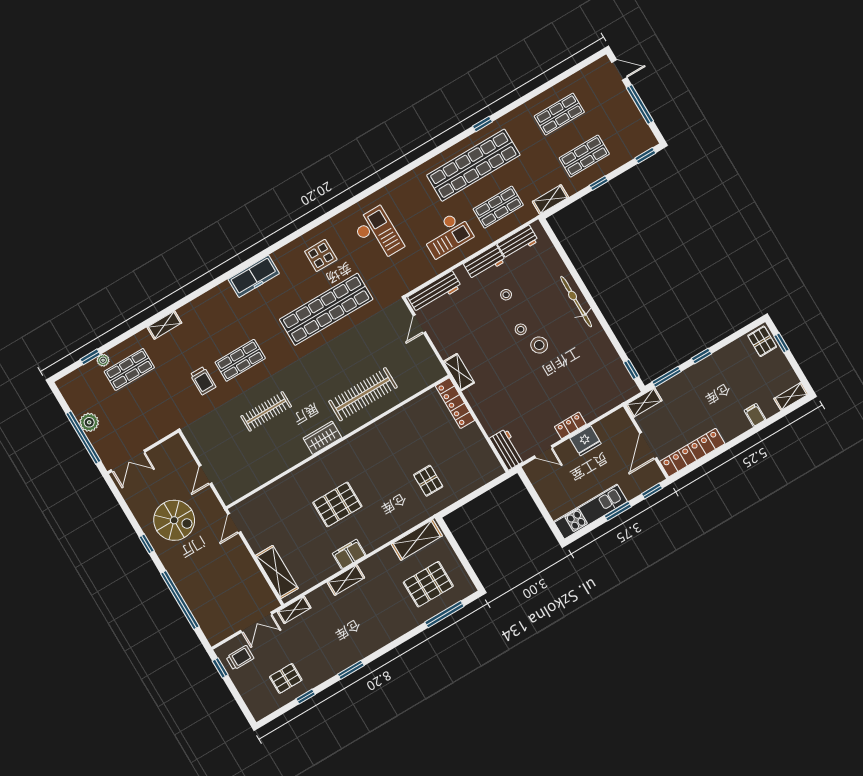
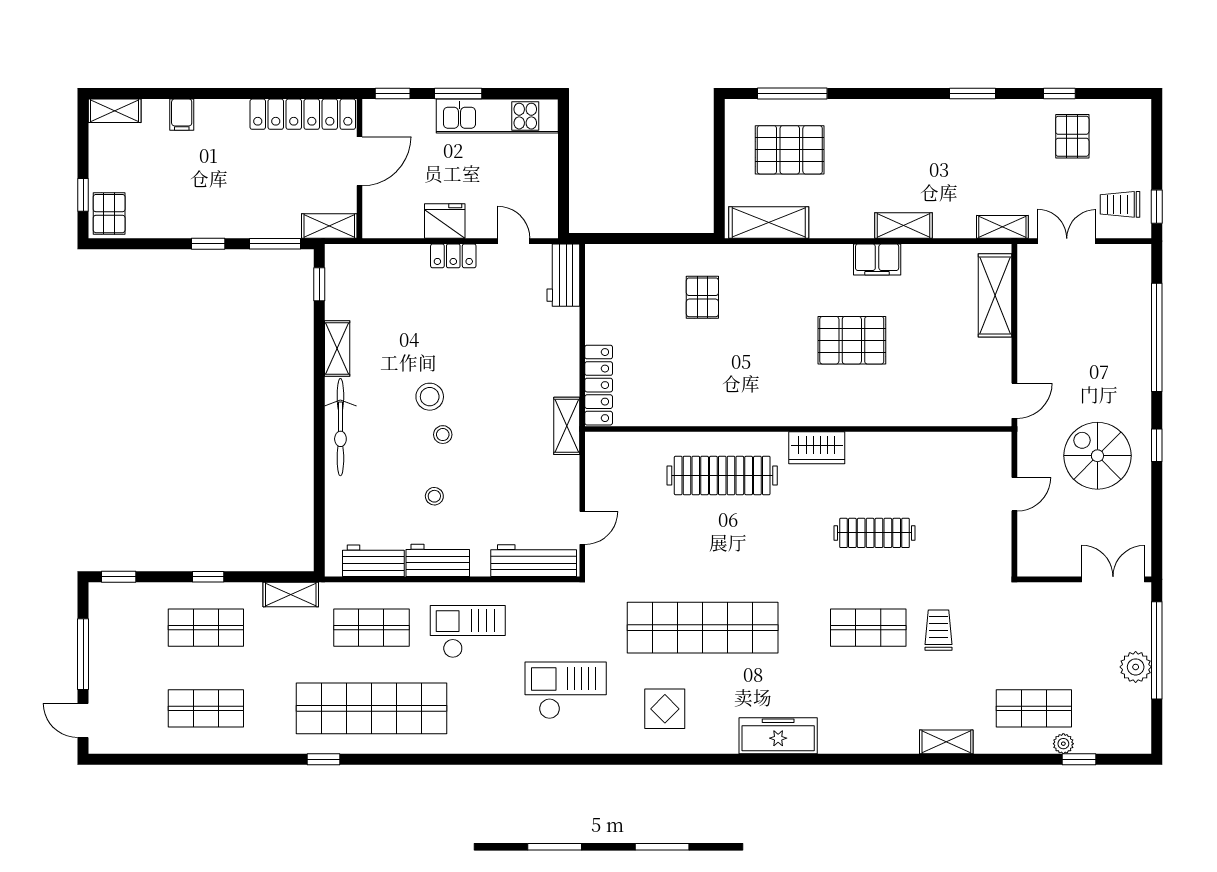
checkout: (378, 234) -> (566, 690), turned 90
shelving: (602, 341) -> (337, 348), added
pallet: (286, 678) -> (1072, 136), turned 90

